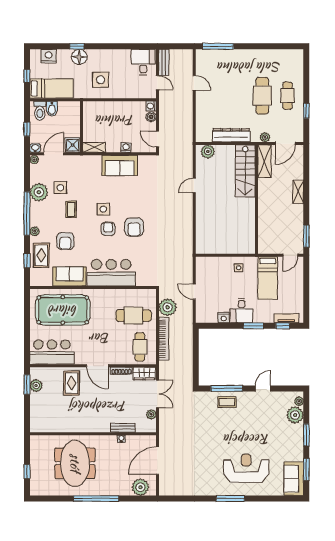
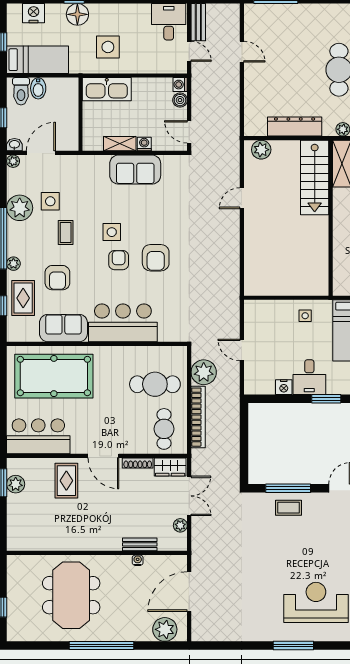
kitchen sink: (100, 109) -> (107, 89), added
shower: (73, 145) -> (68, 140), removed
shelving: (94, 147) -> (120, 144), moved

